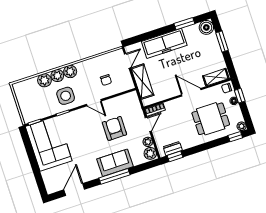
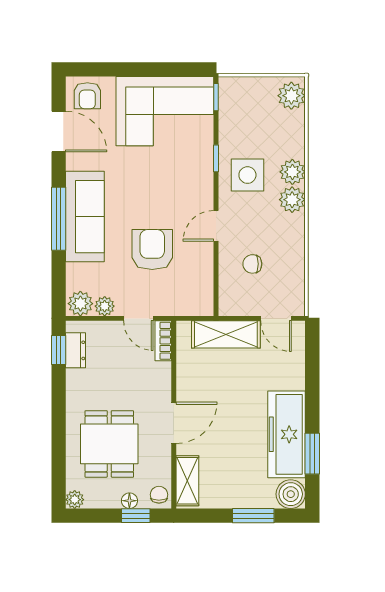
freezer: (164, 43) -> (287, 434), moved
plant: (44, 80) -> (291, 96), moved
armchair: (114, 128) -> (152, 250), turned -90
window: (235, 137) -> (59, 481), removed
sofa: (115, 163) -> (85, 217), width x1.36
armchair: (53, 182) -> (87, 96), added

